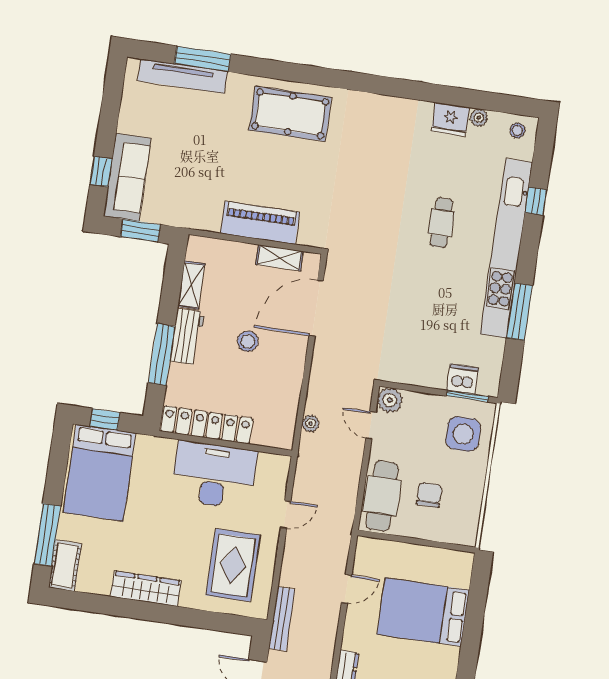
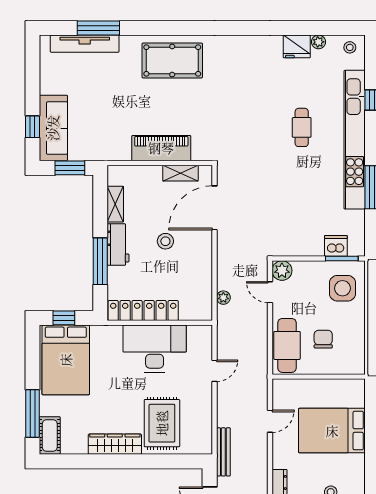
rug: (233, 565) -> (162, 423), moved

